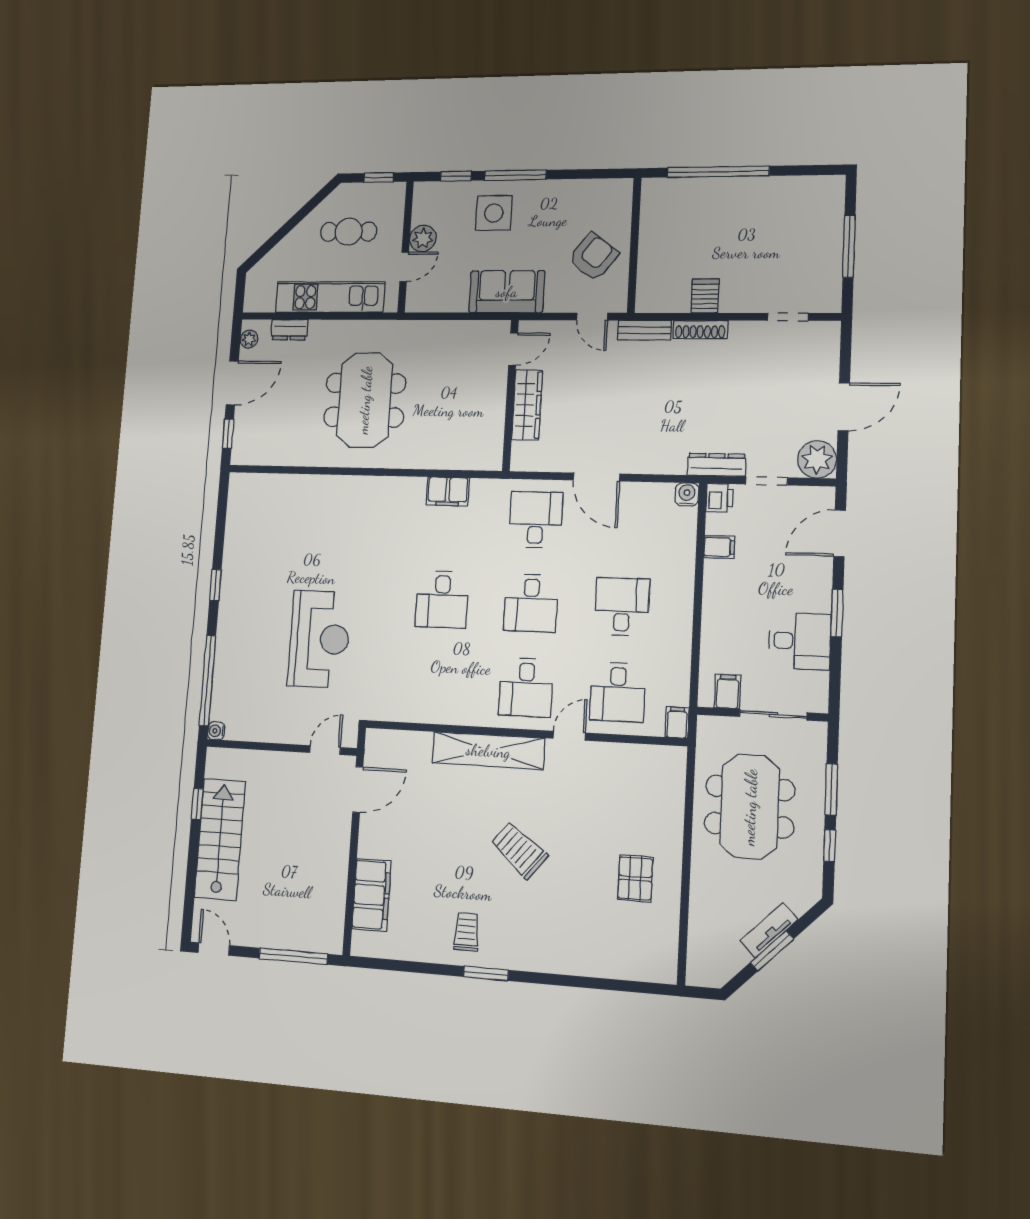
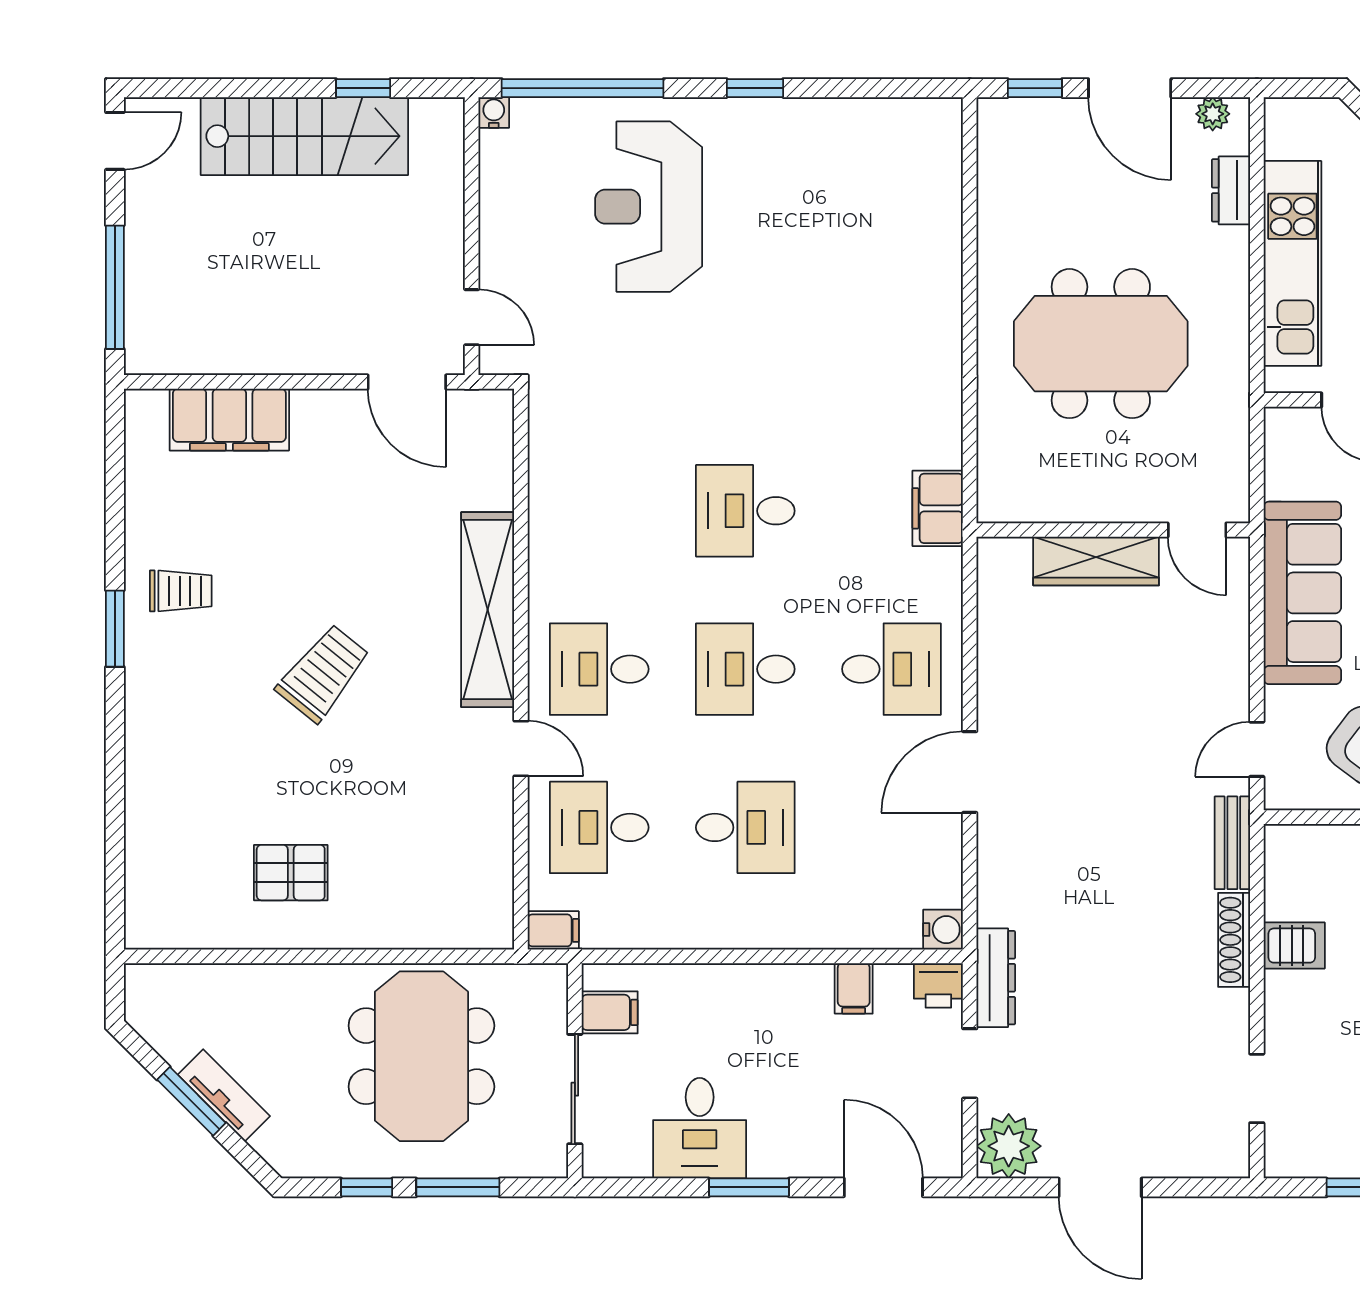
sofa: (507, 292) -> (1302, 593), width x1.36
door: (513, 349) -> (1197, 530), moved
wall: (510, 395) -> (1113, 530), moved
wardrobe: (527, 405) -> (1096, 561), moved
reception desk: (319, 639) -> (649, 207), moved, turned 90
meeting table: (750, 807) -> (421, 1056), turned 90

